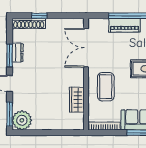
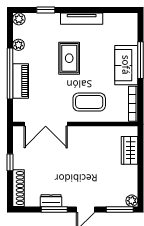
window: (39, 16) -> (10, 162), moved
wardrobe: (77, 100) -> (129, 150), moved, turned 90
plant: (22, 120) -> (132, 201), width x0.53, depth x0.53

